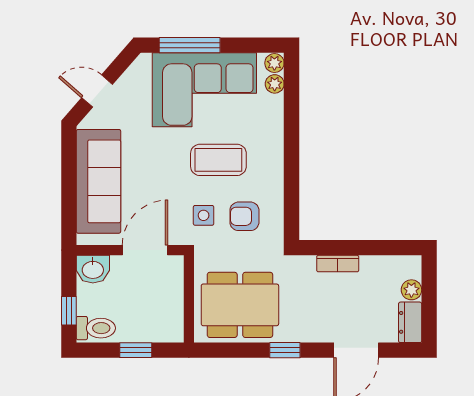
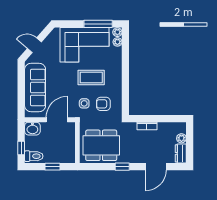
window: (190, 45) -> (98, 24), moved

